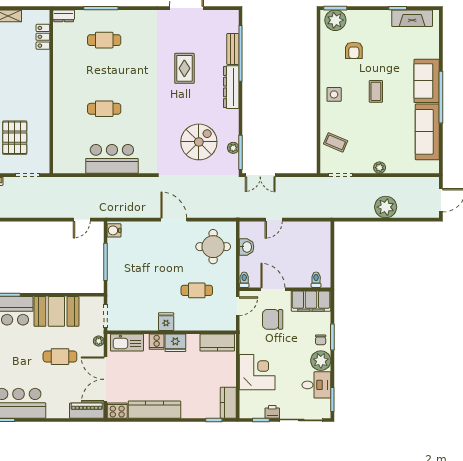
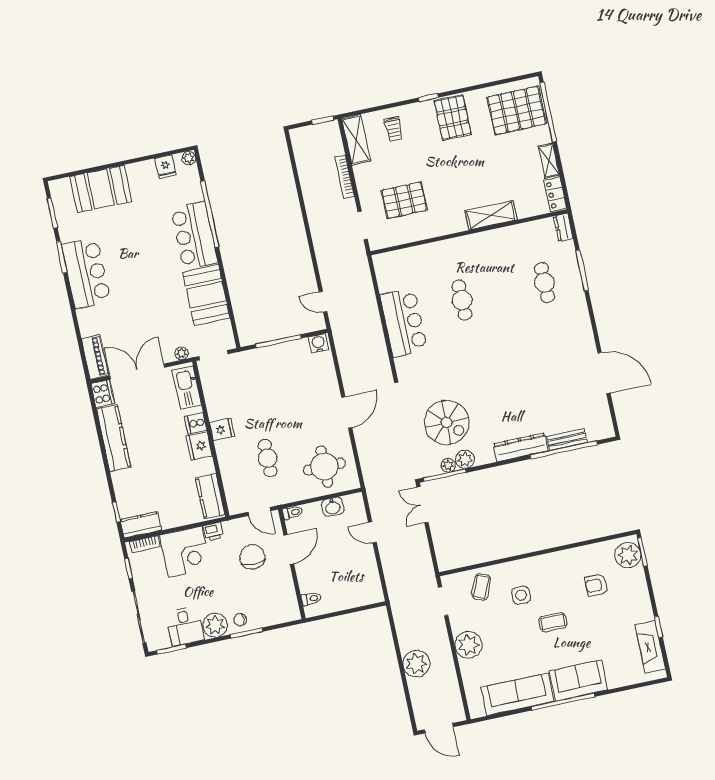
locker: (43, 37) -> (555, 194), moved, turned -90
rug: (184, 68) -> (531, 386), removed
shelving: (42, 71) -> (491, 215), added
side table: (334, 94) -> (521, 595), moved
plant: (231, 134) -> (465, 459), added
plant: (380, 168) -> (468, 645), width x1.88, depth x1.88
filing cabinet: (311, 301) -> (284, 598), removed
cafe table: (60, 357) -> (153, 311), removed
bookcase: (244, 403) -> (145, 544), added
printer: (272, 412) -> (213, 532), moved, turned 90

